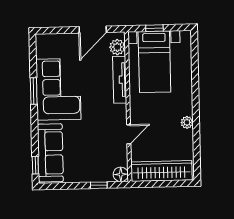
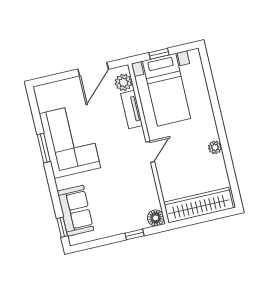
tv unit: (120, 80) -> (132, 109), width x0.71
door: (129, 134) -> (150, 152), moved
sofa: (50, 153) -> (75, 211), width x0.73

